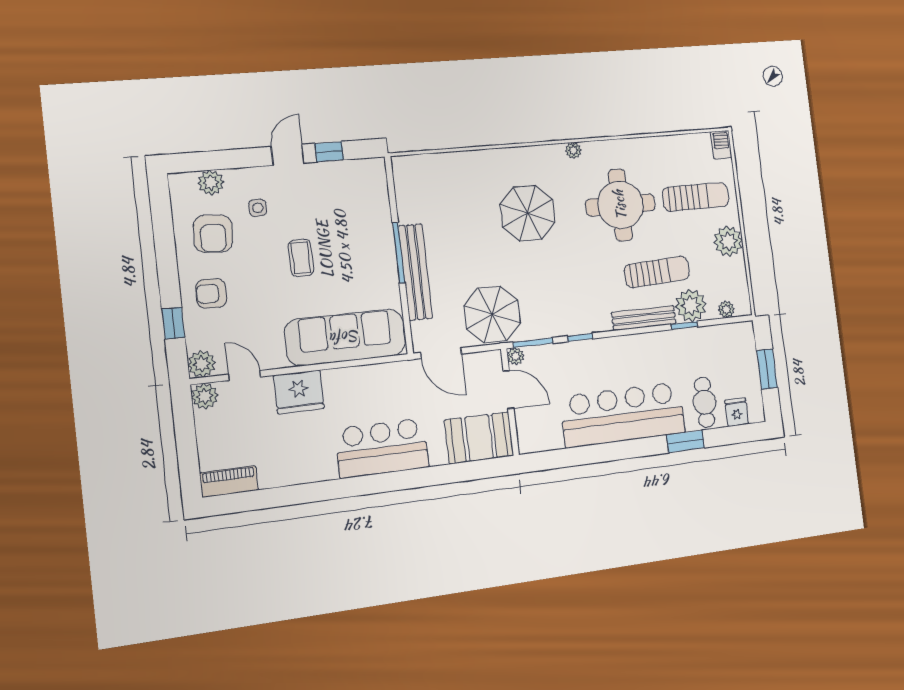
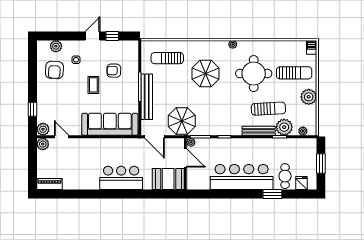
sun lounger: (448, 188) -> (167, 58), added
armchair: (211, 294) -> (114, 71), moved
fridge: (299, 392) -> (85, 147), removed

